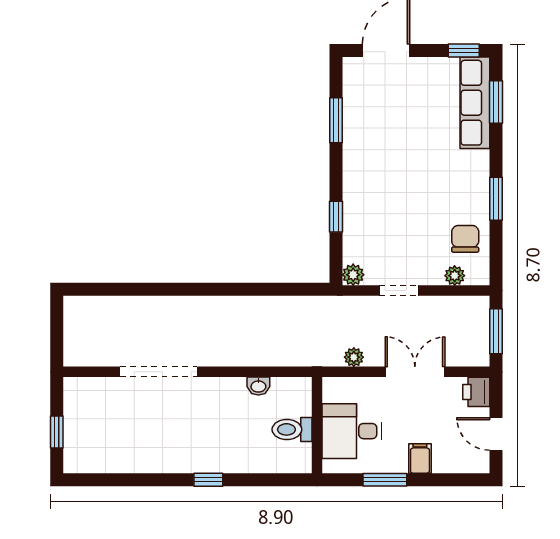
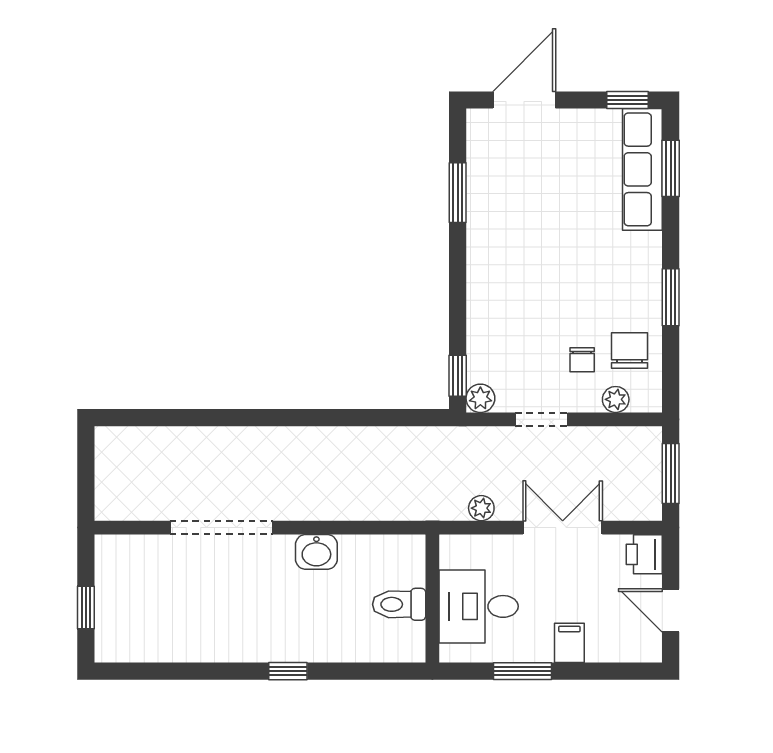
window: (336, 217) -> (458, 376), moved
chair: (430, 246) -> (582, 360), added
washbasin: (258, 386) -> (316, 552), moved, width x1.38, depth x1.45

